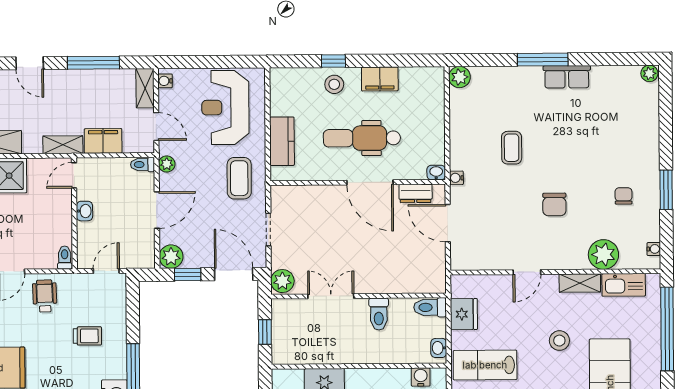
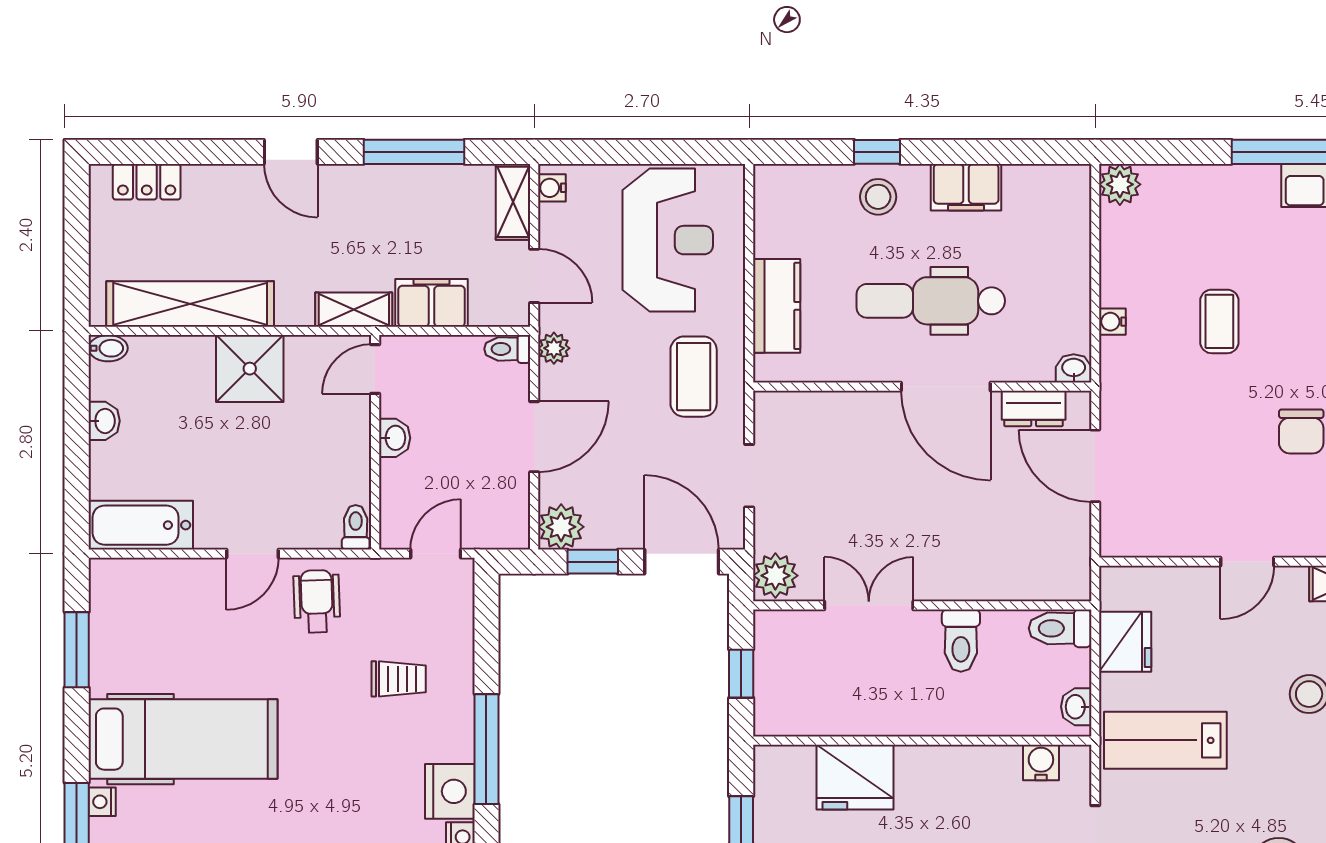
reception desk: (225, 108) -> (668, 240), turned 180
water cooler: (456, 178) -> (1112, 322), moved

